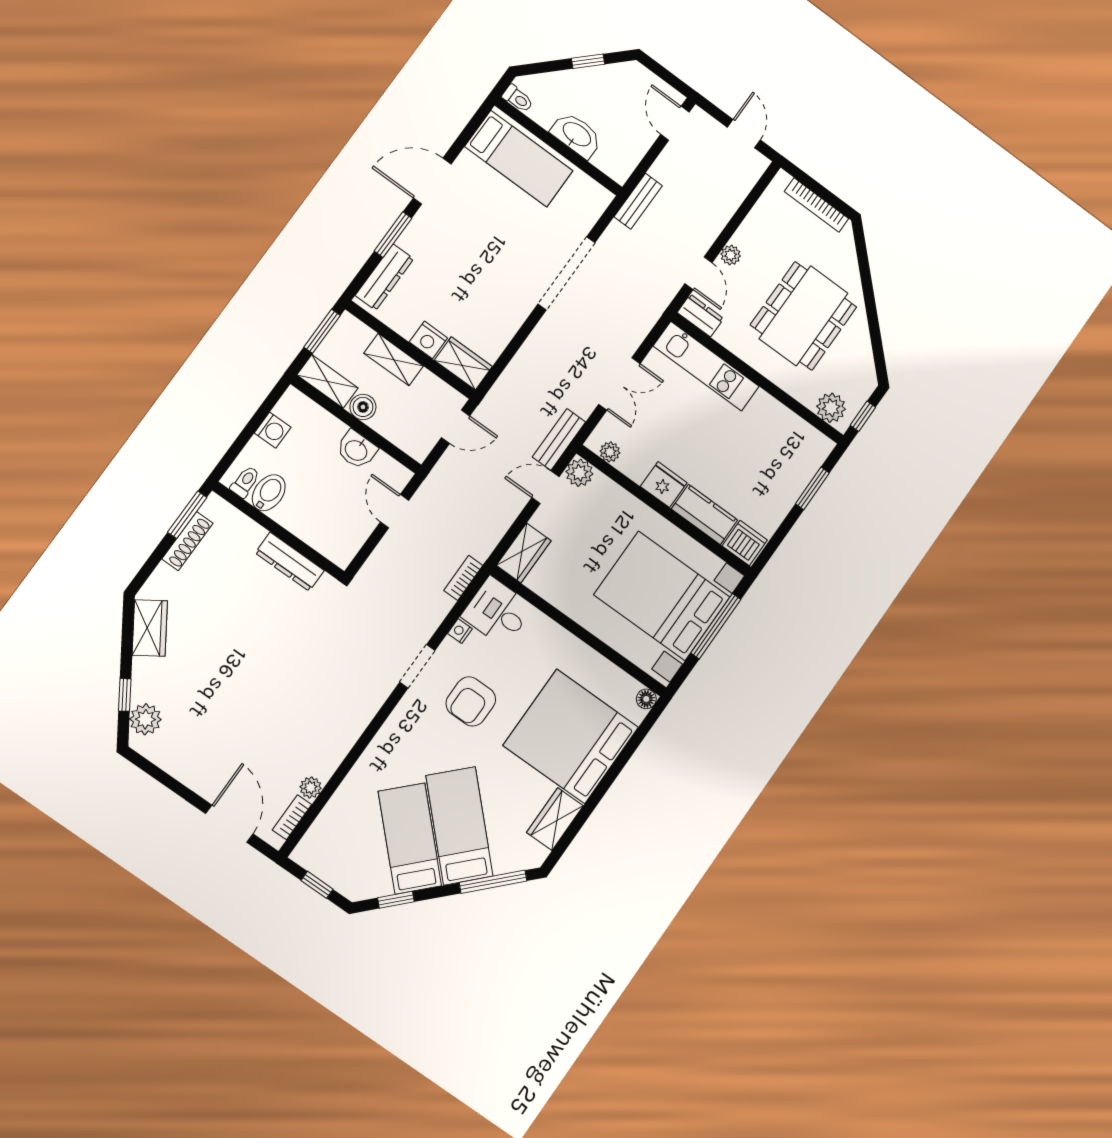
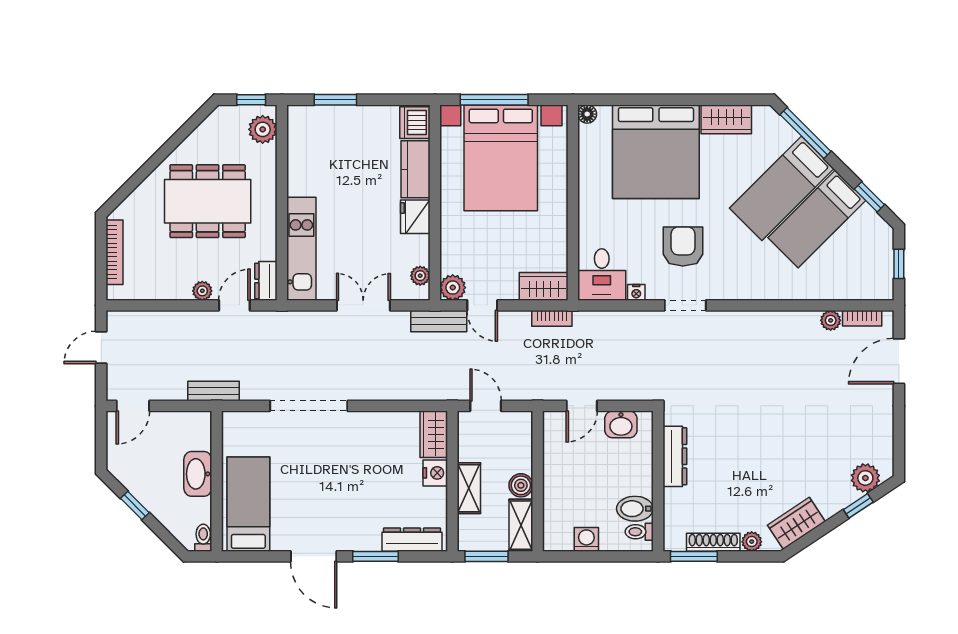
washbasin: (357, 450) -> (621, 424), moved, turned 90
plant: (163, 576) -> (752, 542), added
bookcase: (463, 578) -> (552, 318), moved
armchair: (471, 701) -> (683, 246), turned -90

